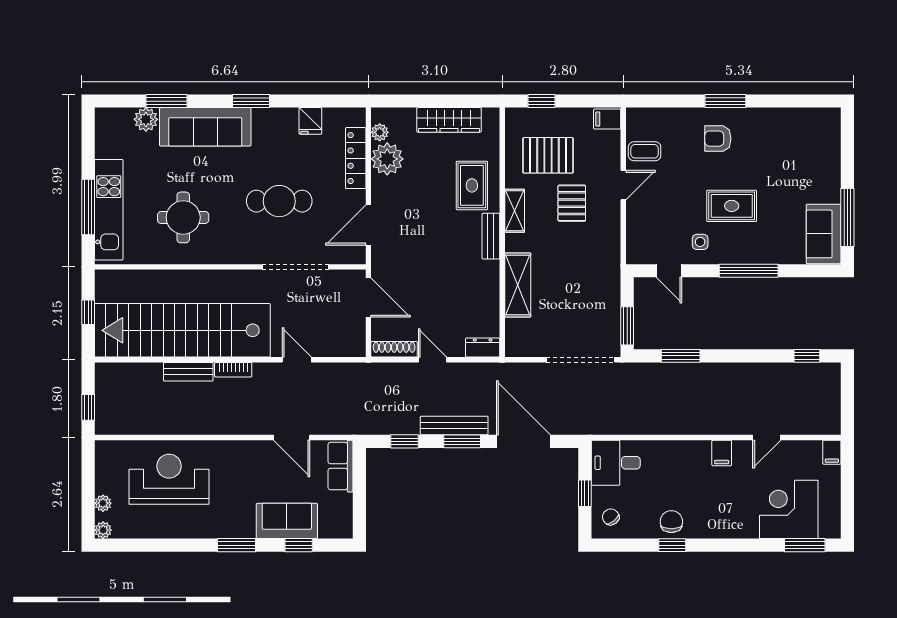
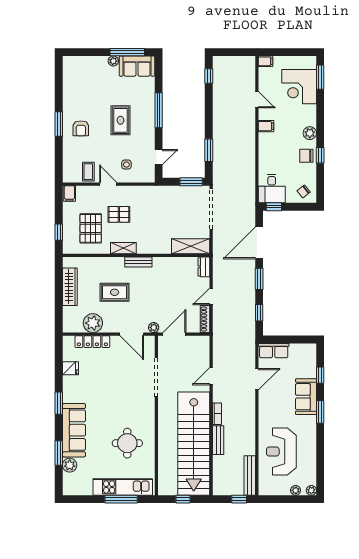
plant: (380, 132) -> (154, 327), moved
rug: (472, 185) -> (115, 292), moved
plant: (832, 194) -> (113, 61), added
cafe table: (279, 201) -> (118, 387), removed
side table: (700, 242) -> (126, 165), moved
shelving: (518, 285) -> (191, 246), moved
bench: (454, 425) -> (250, 475), moved
window: (585, 493) -> (274, 207), moved
sofa: (287, 521) -> (306, 397), moved
plant: (710, 527) -> (310, 133), added

